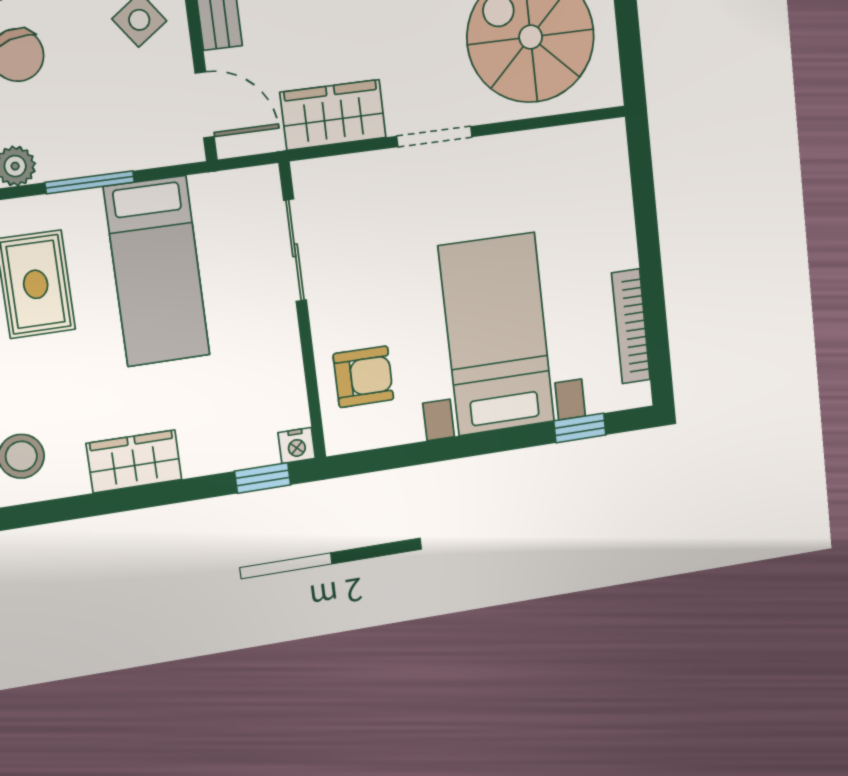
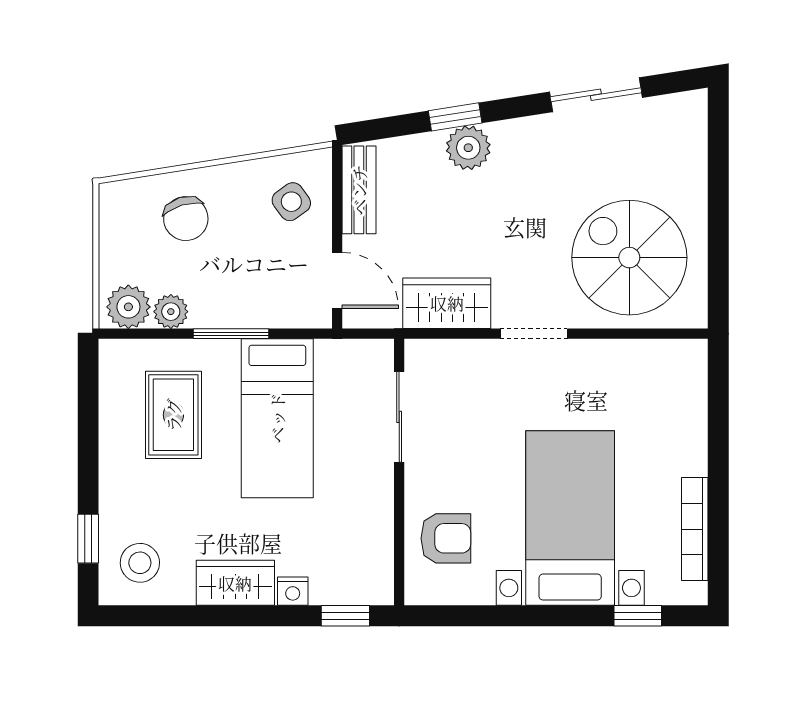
nightstand: (297, 445) -> (293, 591), moved

